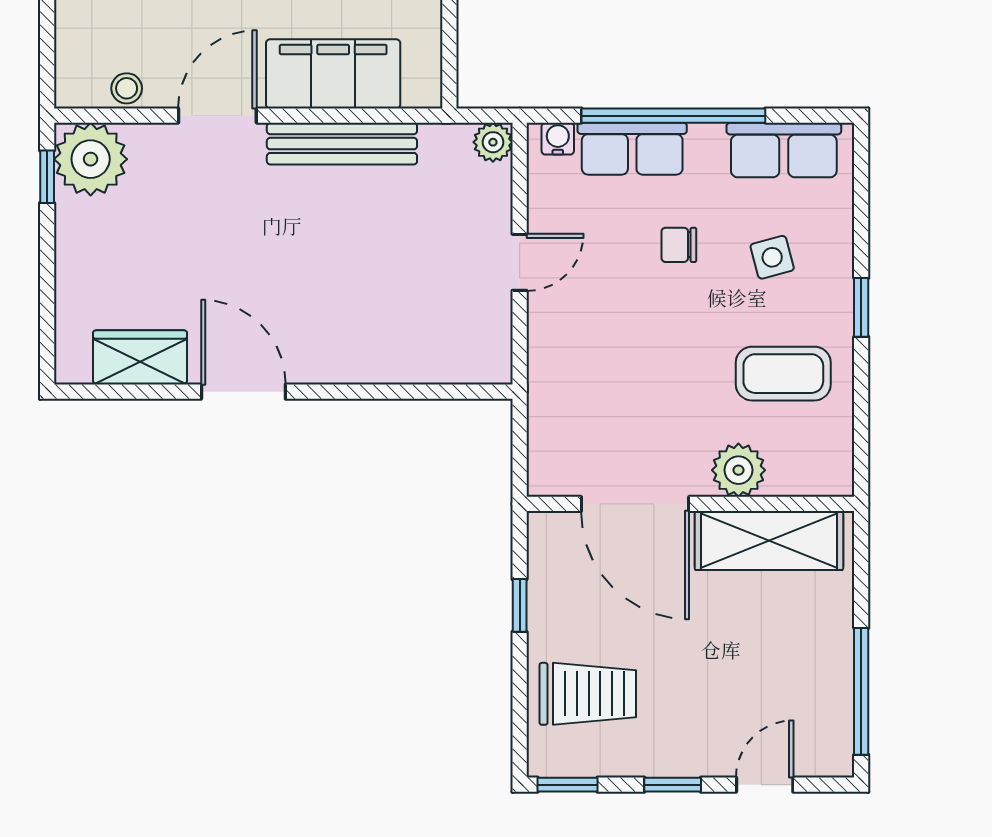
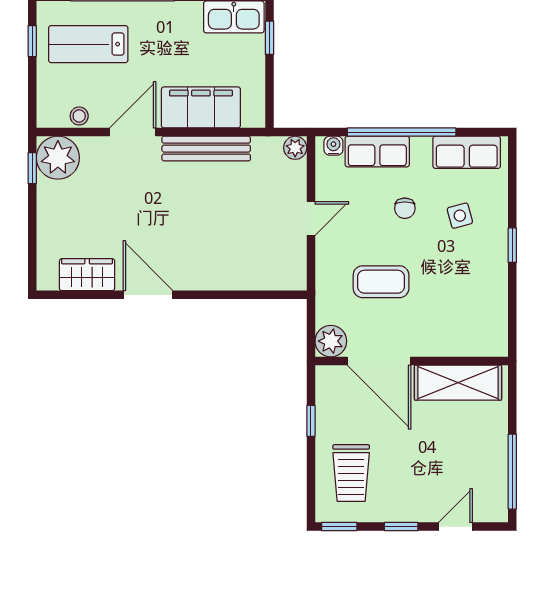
chair: (679, 245) -> (405, 208), turned -90
coffee table: (783, 374) -> (381, 282), moved
plant: (738, 470) -> (331, 341), moved
trolley: (588, 694) -> (351, 473), turned 90

